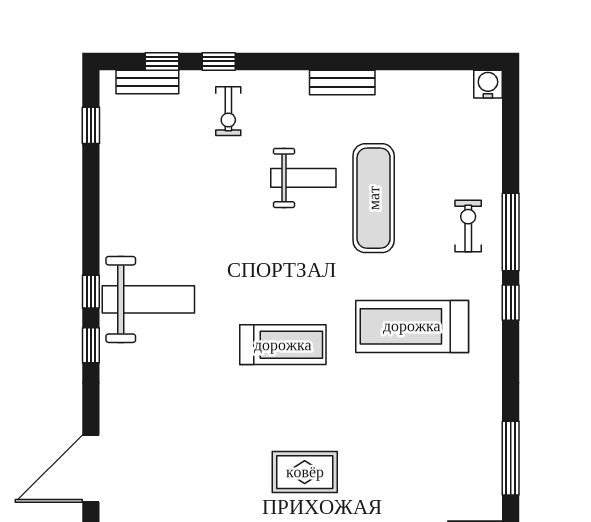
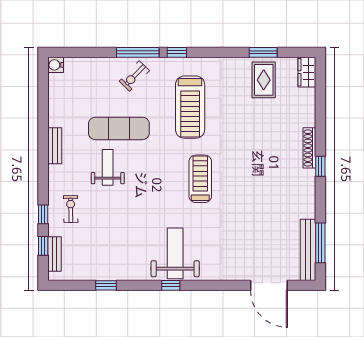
exercise bike: (228, 111) -> (71, 209), turned -91
window: (91, 125) -> (106, 285), moved
exercise bike: (468, 226) -> (134, 76), turned -46
window: (91, 345) -> (201, 285), removed
window: (511, 458) -> (263, 52), width x0.69
rug: (305, 472) -> (264, 80), moved

